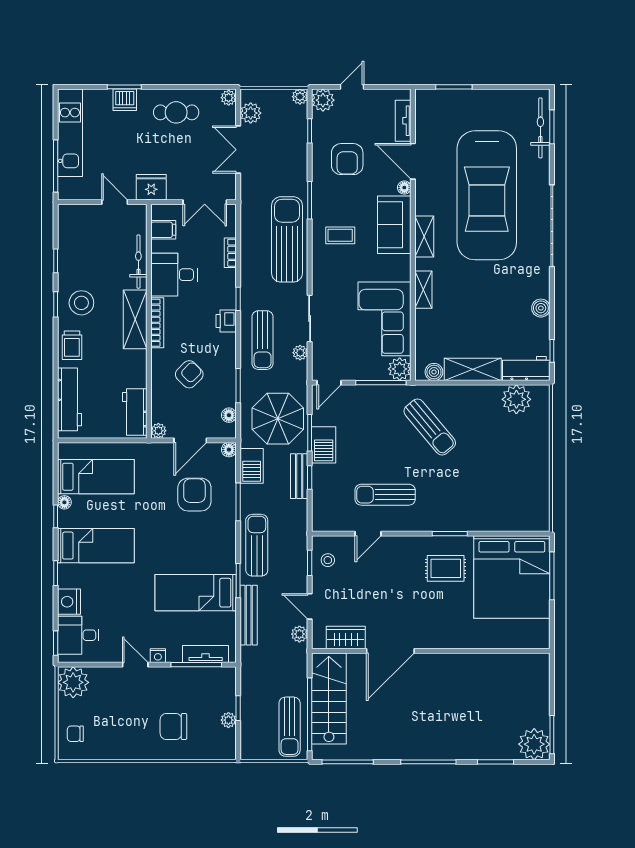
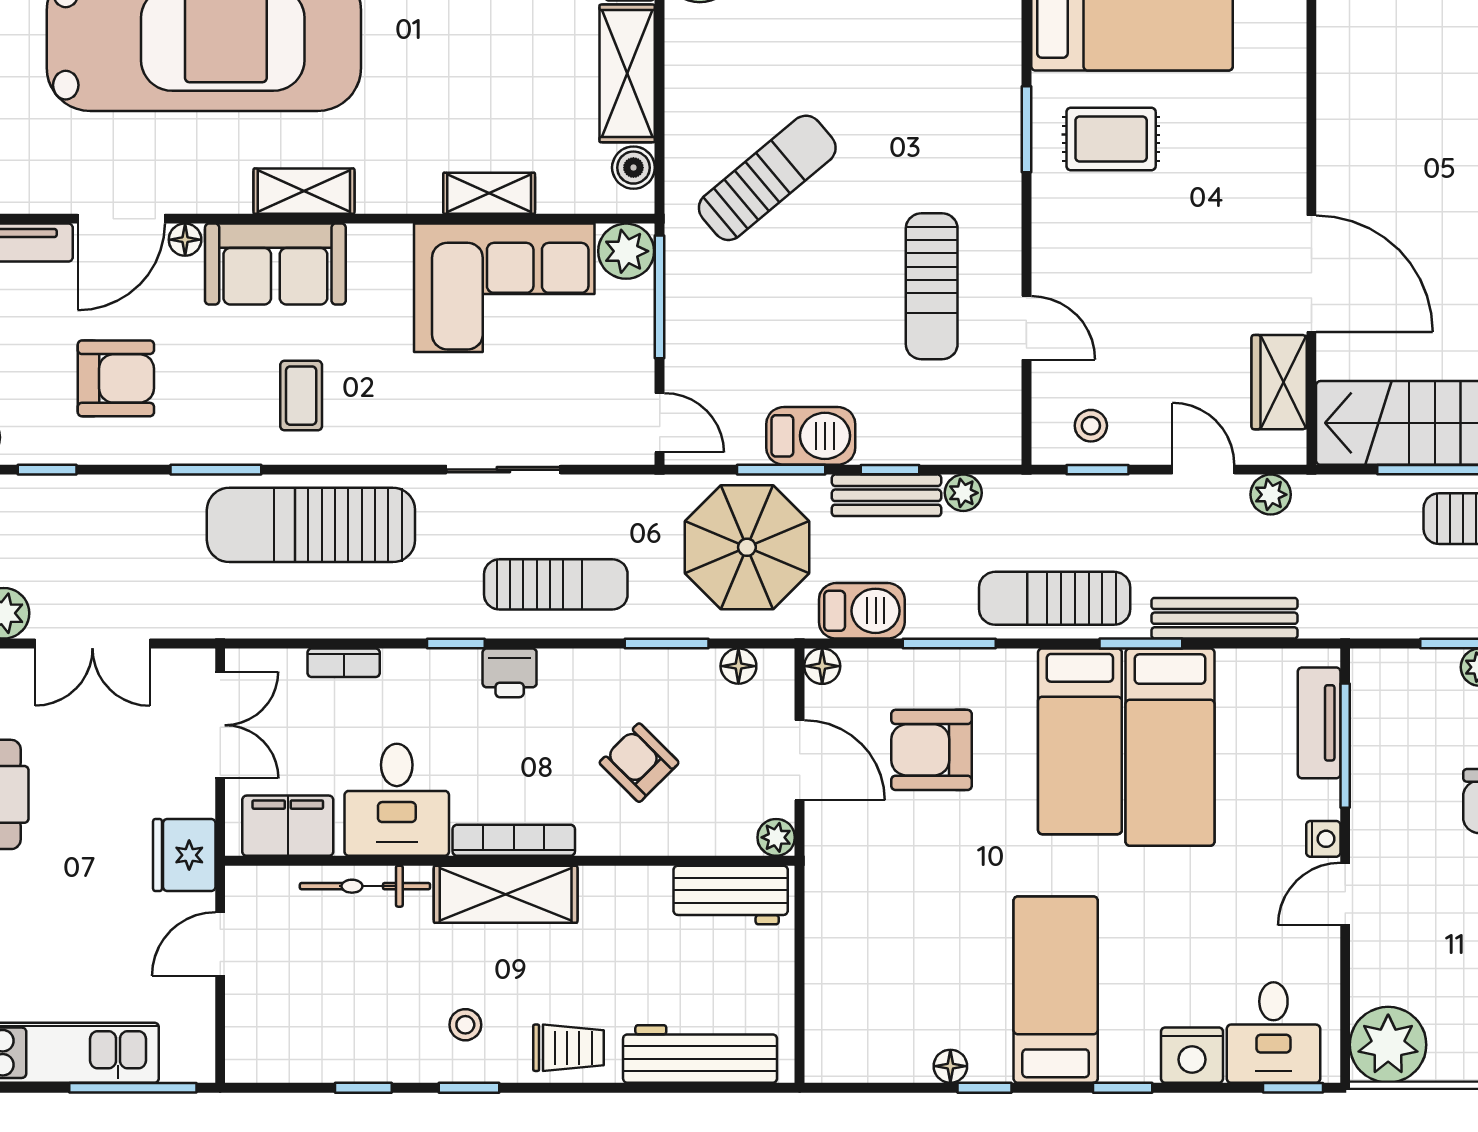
filing cabinet: (163, 230) -> (288, 826), width x2.00
shelving: (423, 290) -> (489, 193), moved
stool: (81, 303) -> (465, 1025), width x0.53, depth x0.53
plant: (300, 353) -> (963, 493), moved
bed: (96, 477) -> (1080, 741), moved, turned 180
rug: (446, 568) -> (1111, 139), turned 90
door: (310, 606) -> (1203, 470), swing flipped

